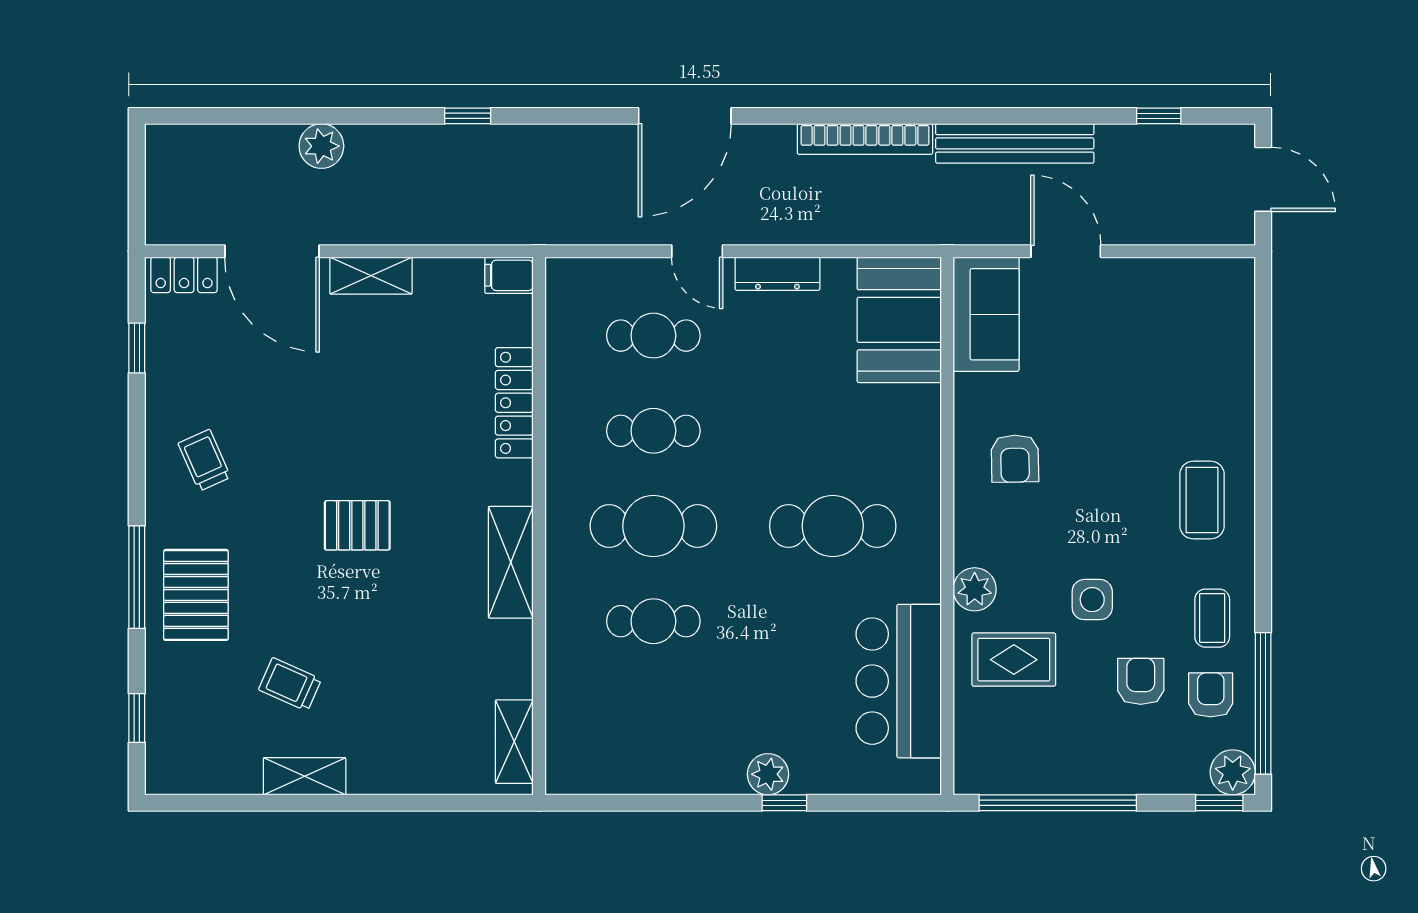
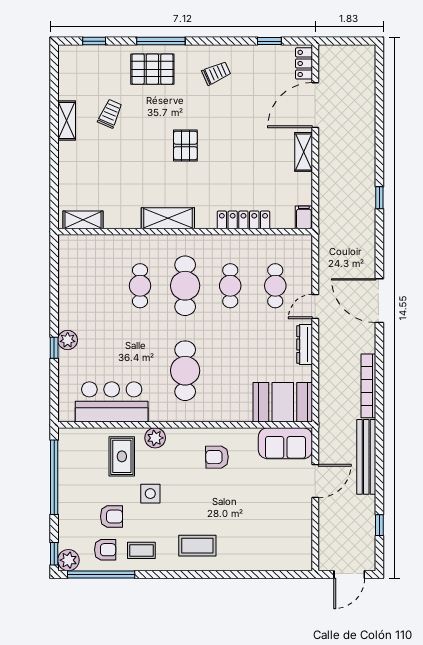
plant: (321, 146) -> (365, 129), removed

